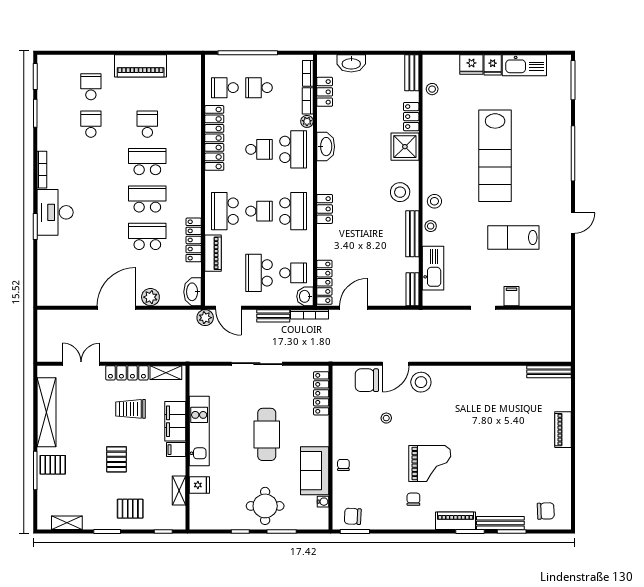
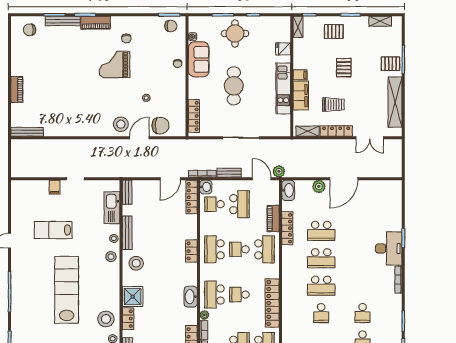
stool: (441, 116) -> (106, 319), added
lab bench: (513, 237) -> (53, 230), turned 180
shelving: (179, 490) -> (298, 27), moved

